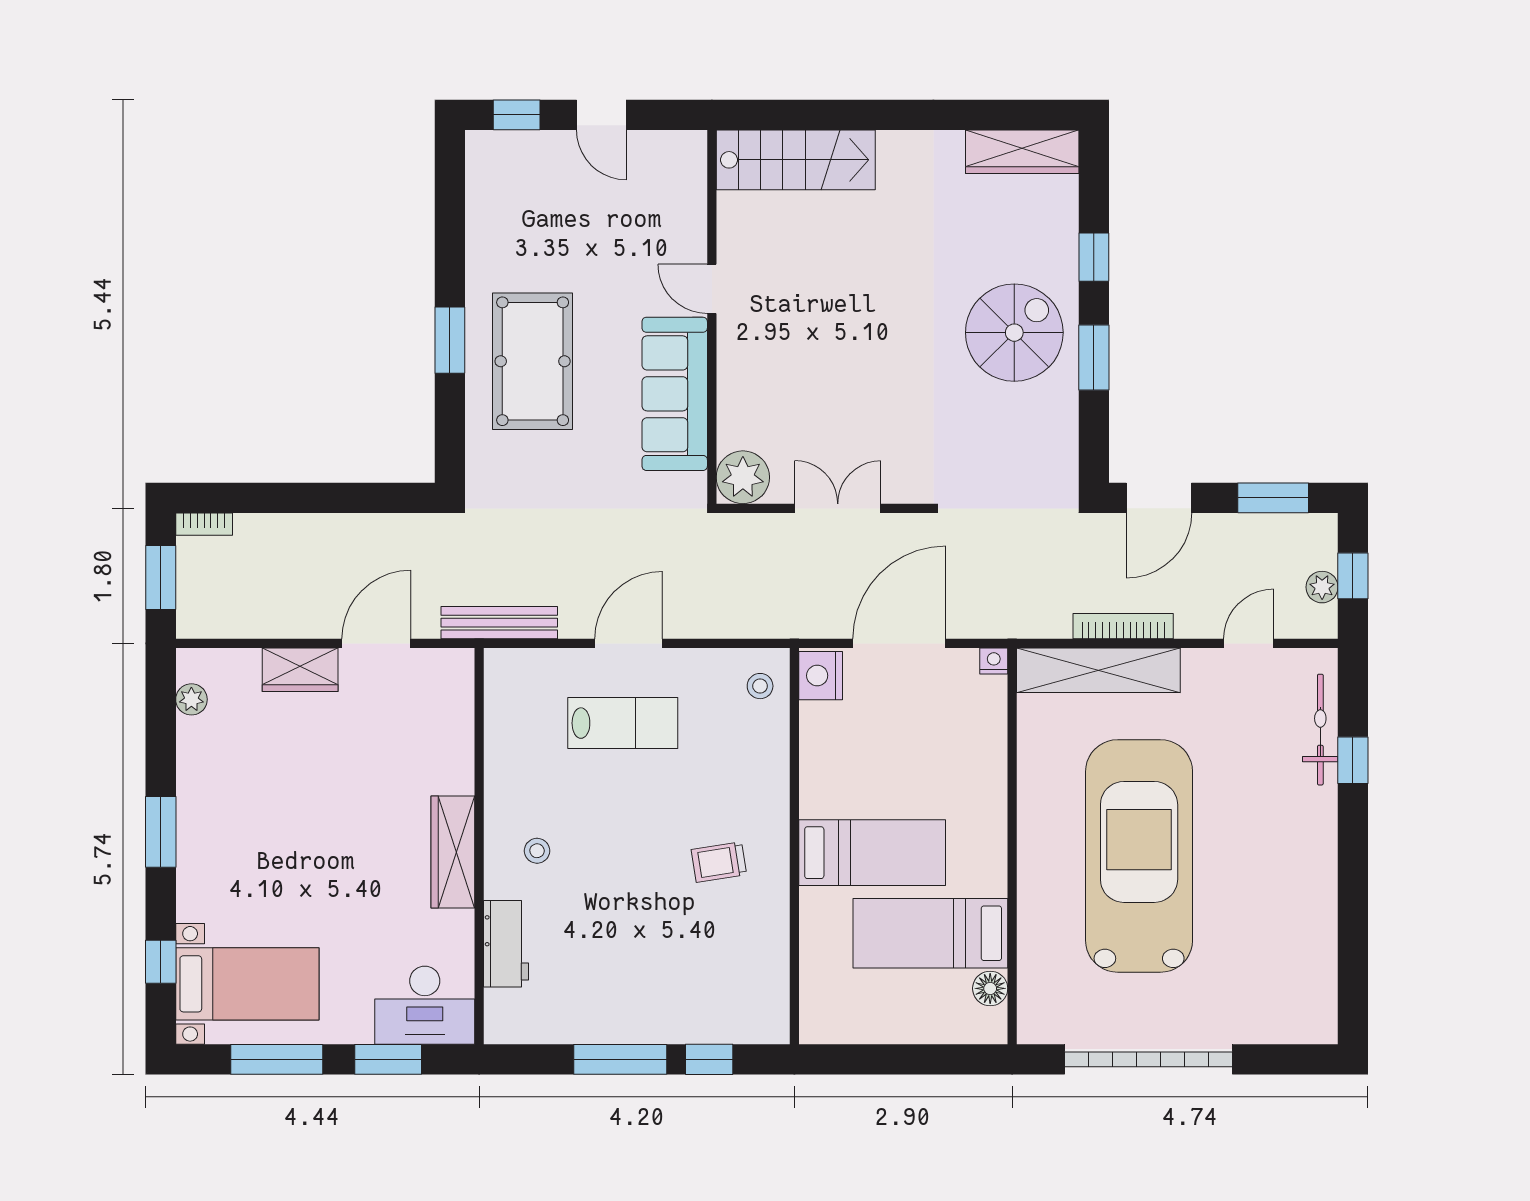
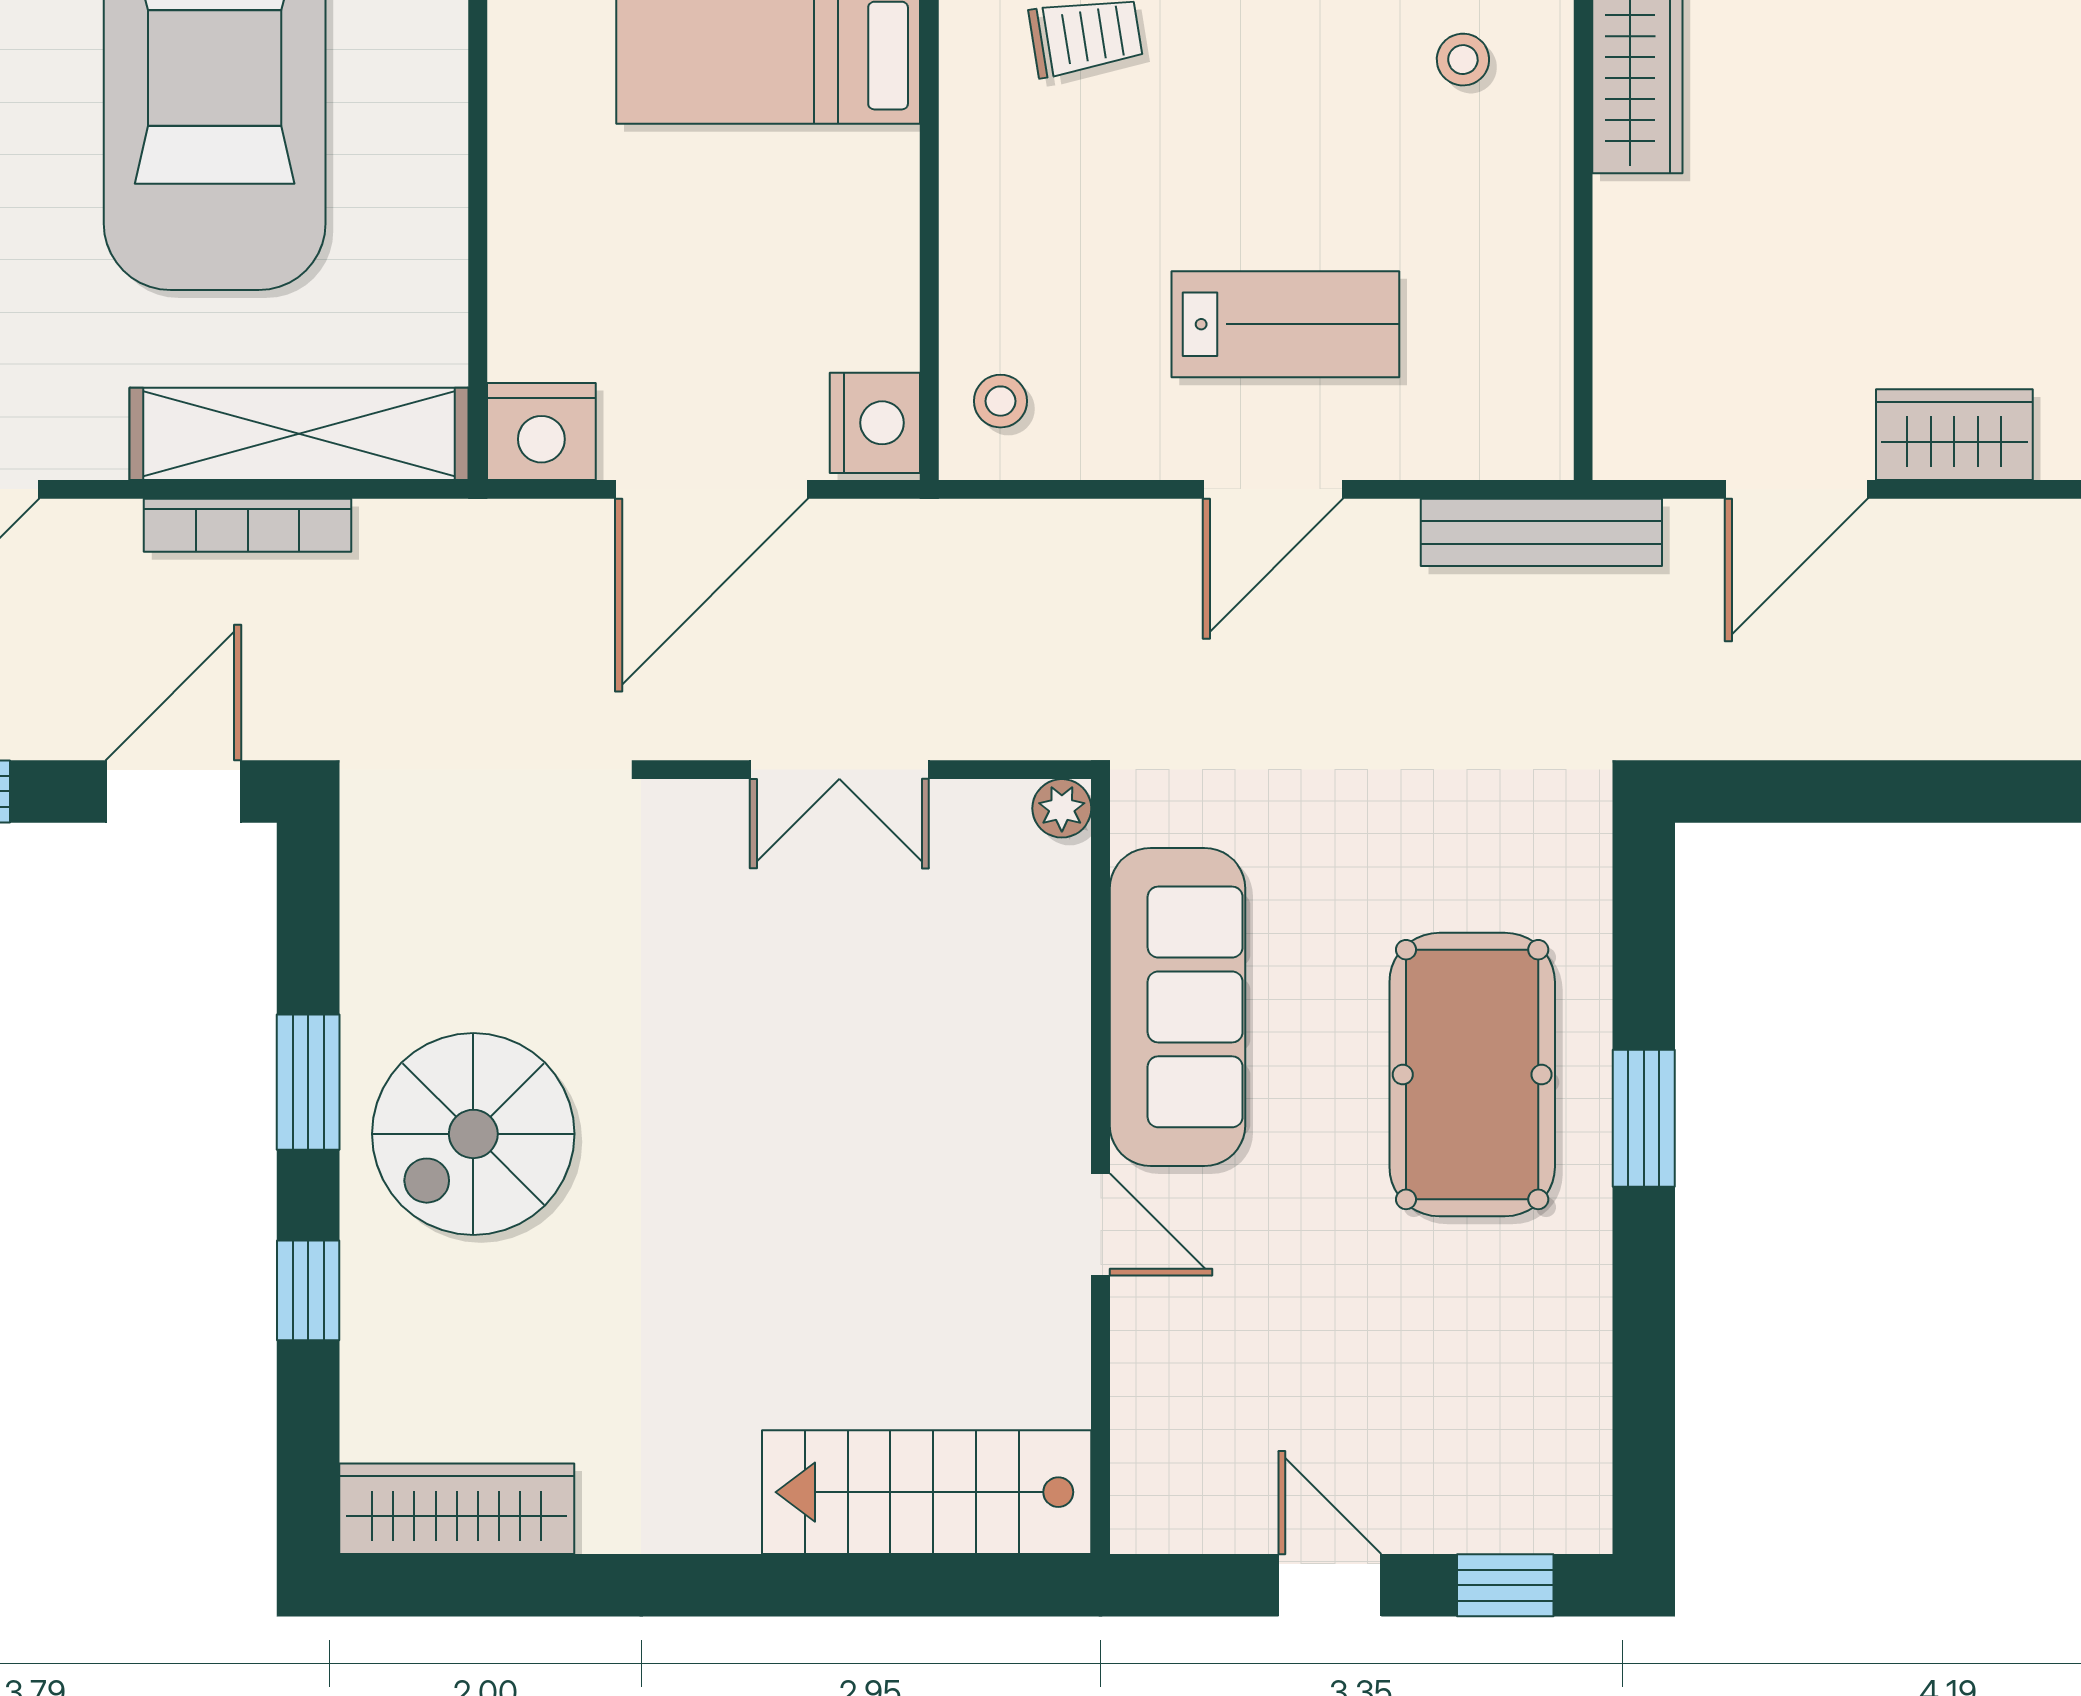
plant: (743, 477) -> (1062, 808), width x0.53, depth x0.53
nightstand: (994, 661) -> (541, 431), width x1.89, depth x1.79
lab bench: (623, 723) -> (1285, 324), turned 180

